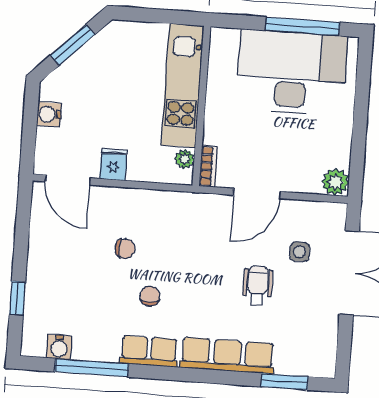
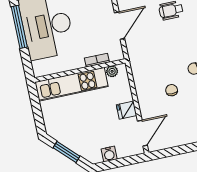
bookcase: (208, 166) -> (97, 60), moved
door: (257, 193) -> (120, 26), hinge flipped

